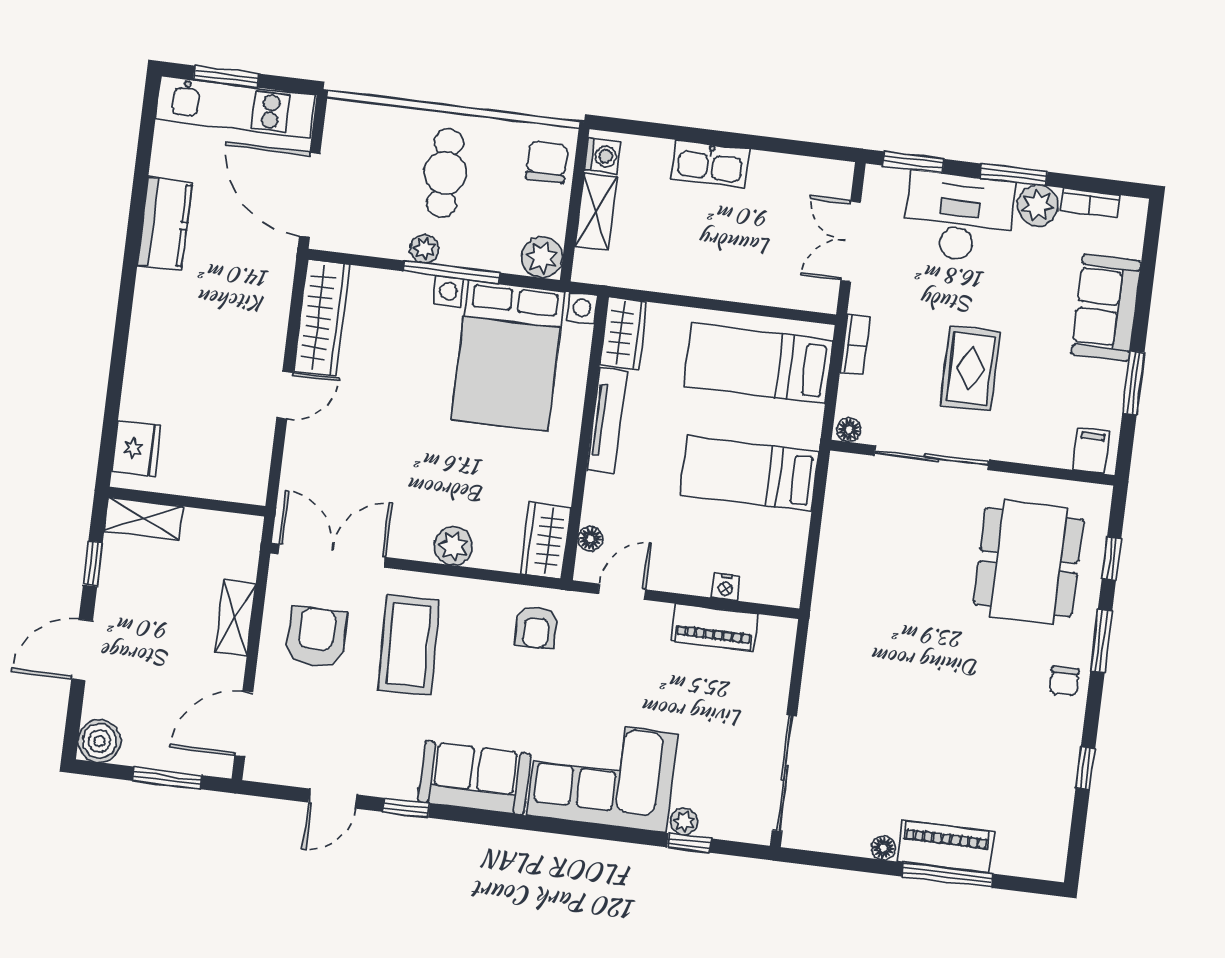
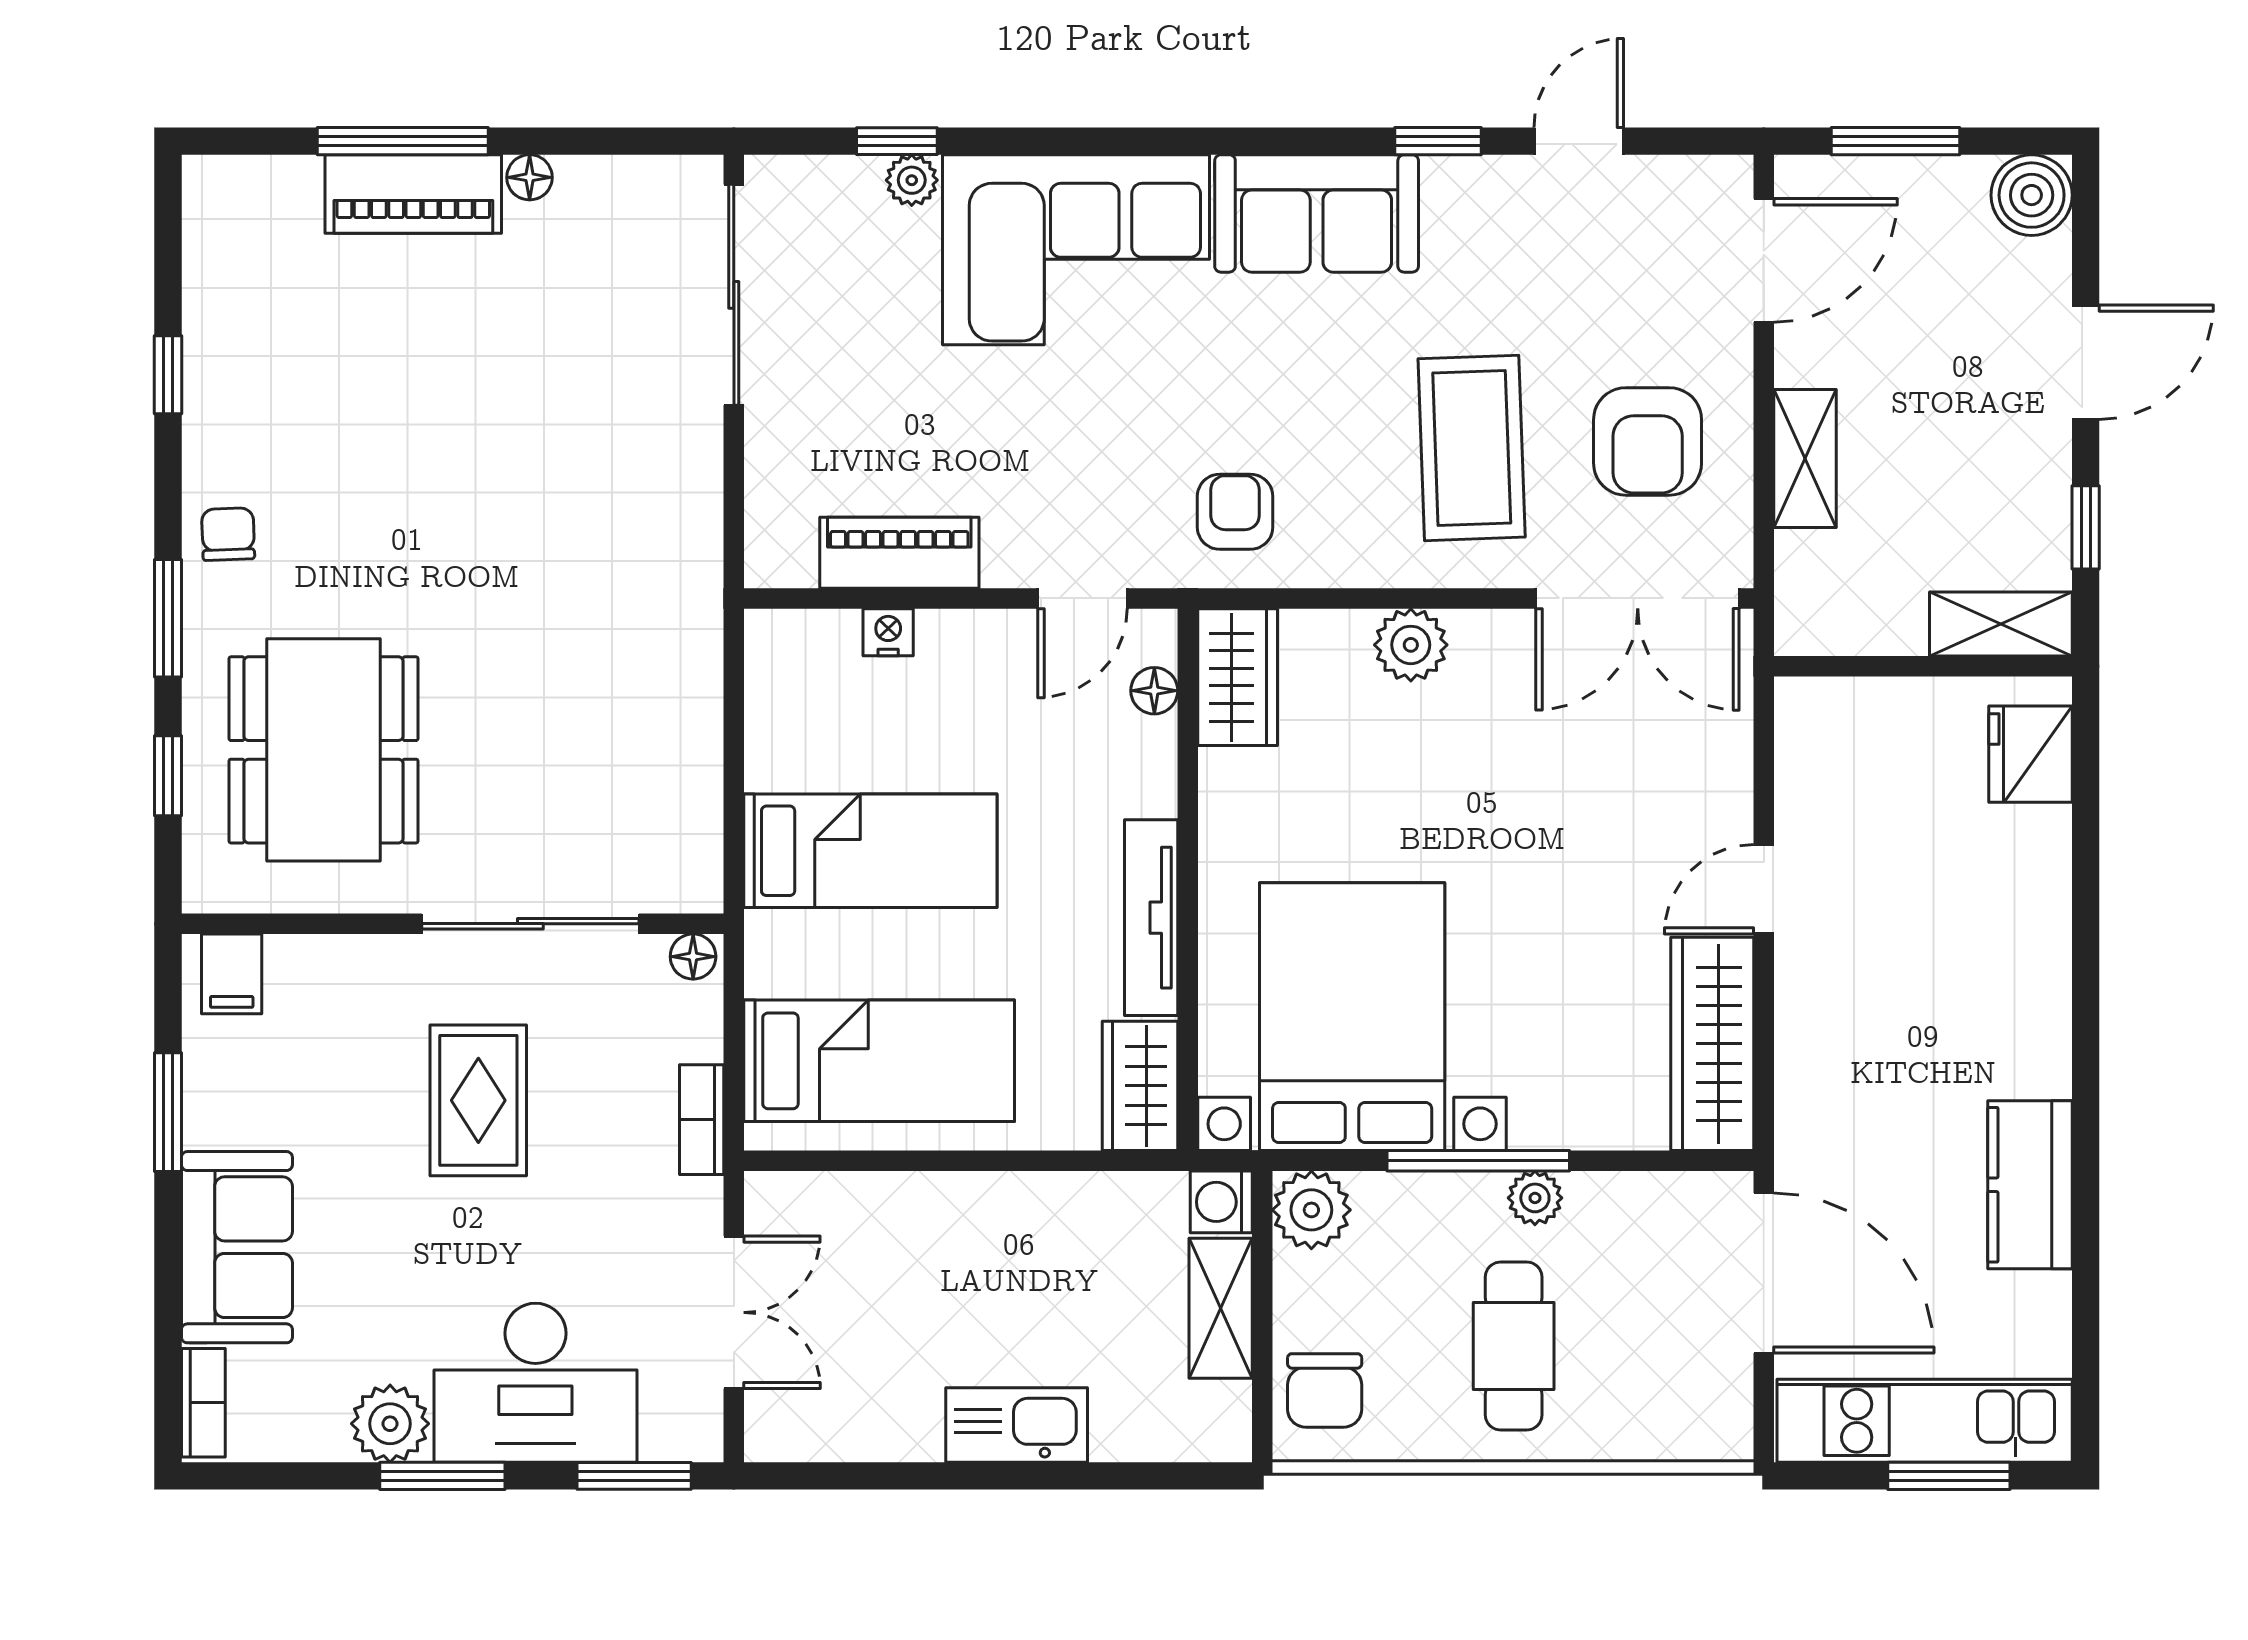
washing machine: (602, 156) -> (1221, 1202), moved
bookcase: (1090, 203) -> (203, 1403), moved, turned 90

